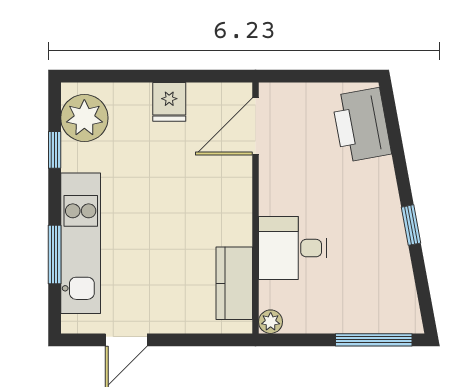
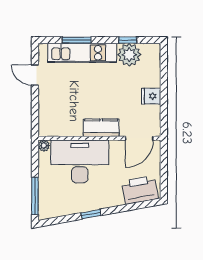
plant: (84, 118) -> (129, 55), moved
door: (256, 126) -> (139, 138), swing flipped
desk: (293, 248) -> (80, 161), width x1.87, depth x1.30
kitchen counter: (234, 283) -> (101, 128), moved

